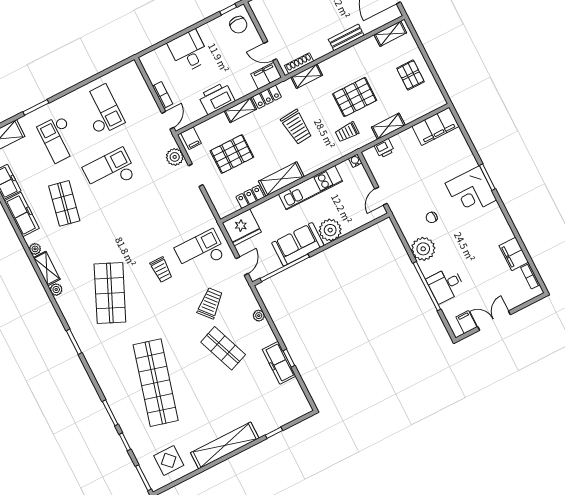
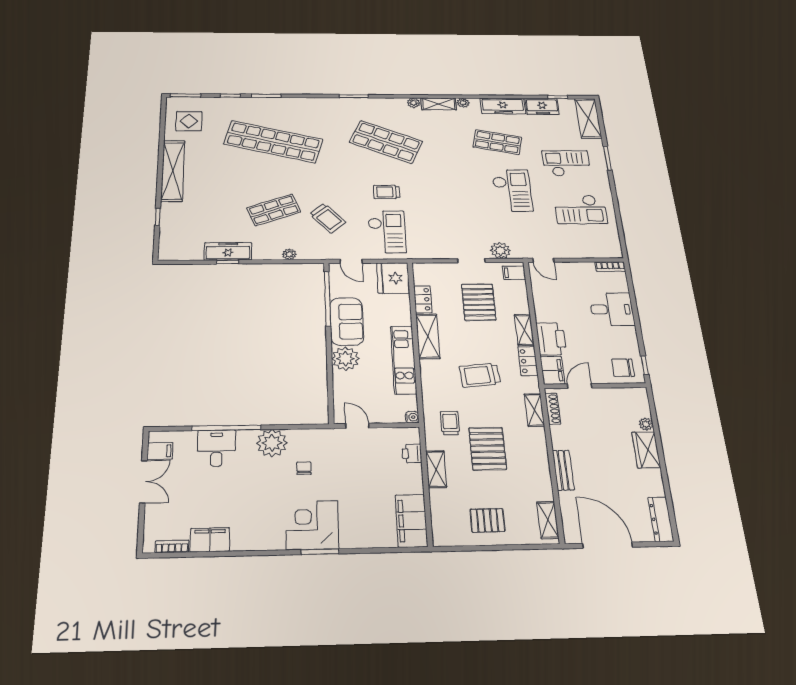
bookcase: (163, 95) -> (610, 267), moved
printer: (217, 98) -> (551, 339), moved

